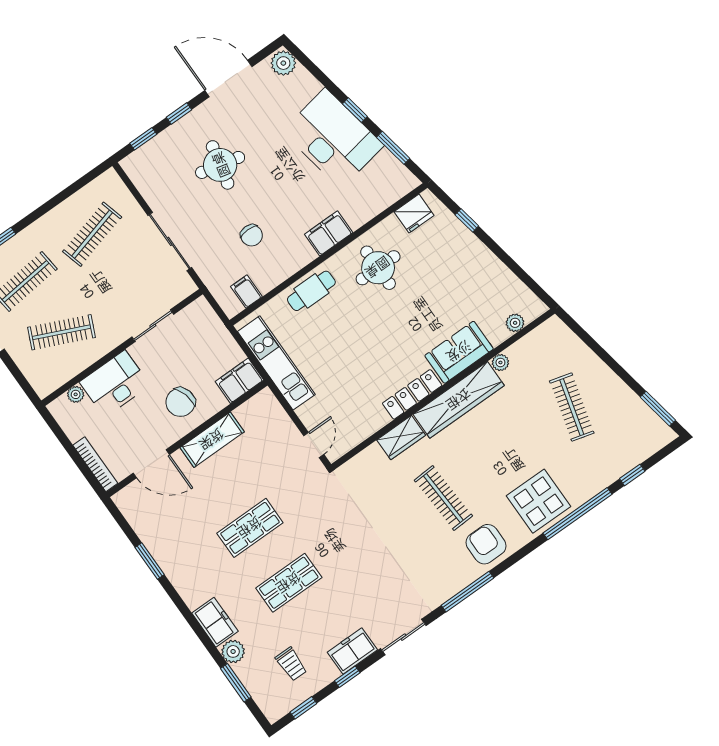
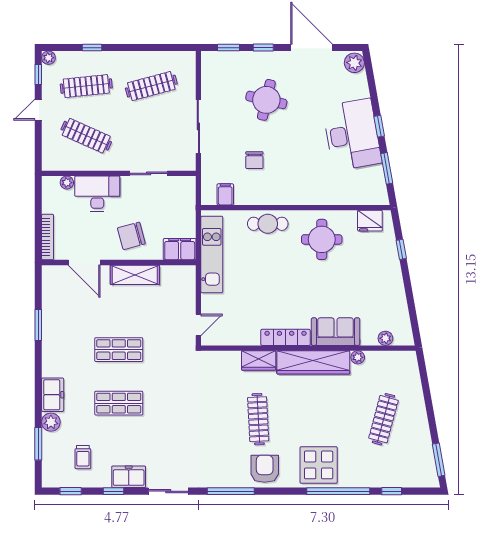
filing cabinet: (329, 233) -> (305, 194), removed

